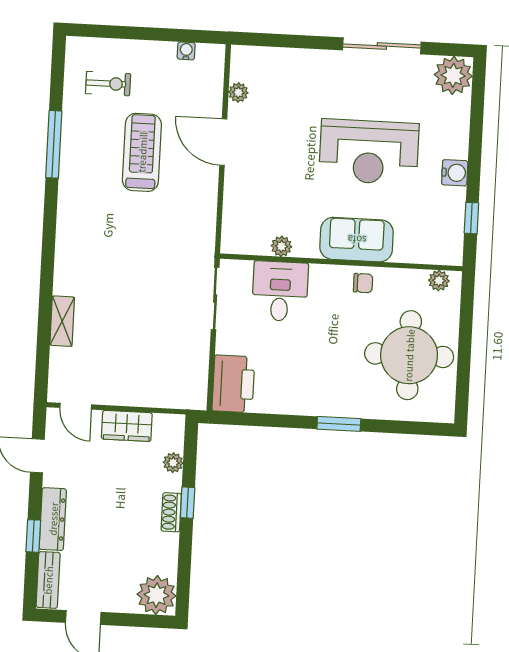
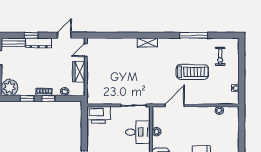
door: (223, 142) -> (175, 105), moved
shelving: (62, 321) -> (147, 43), moved
window: (185, 554) -> (27, 98), added

